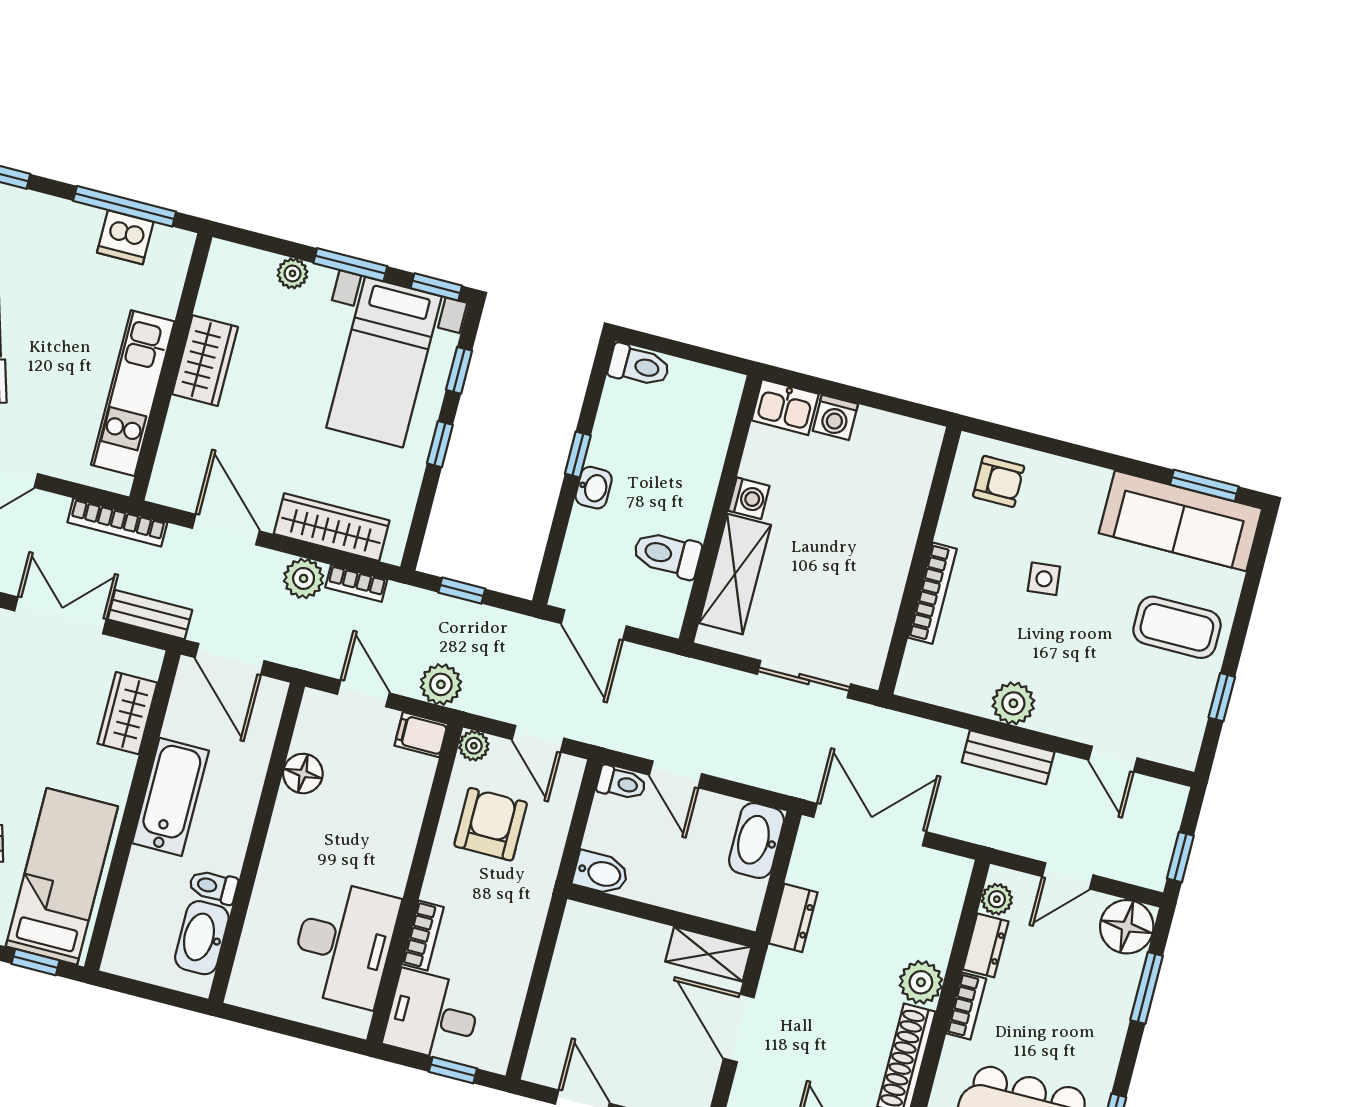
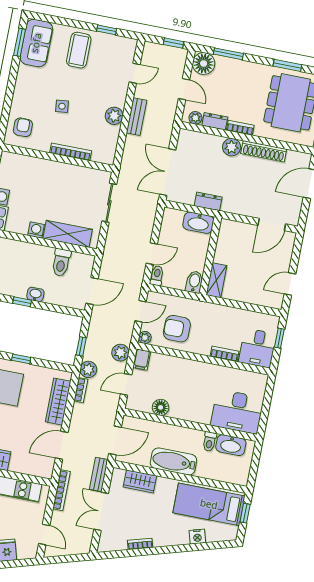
sofa: (1181, 521) -> (36, 43), width x0.73
plant: (304, 578) -> (88, 369), moved
washbasin: (756, 841) -> (198, 223), moved
desk: (344, 944) -> (237, 412), moved, turned 180
shelving: (708, 954) -> (216, 280), moved
door: (739, 1028) -> (272, 225), moved

